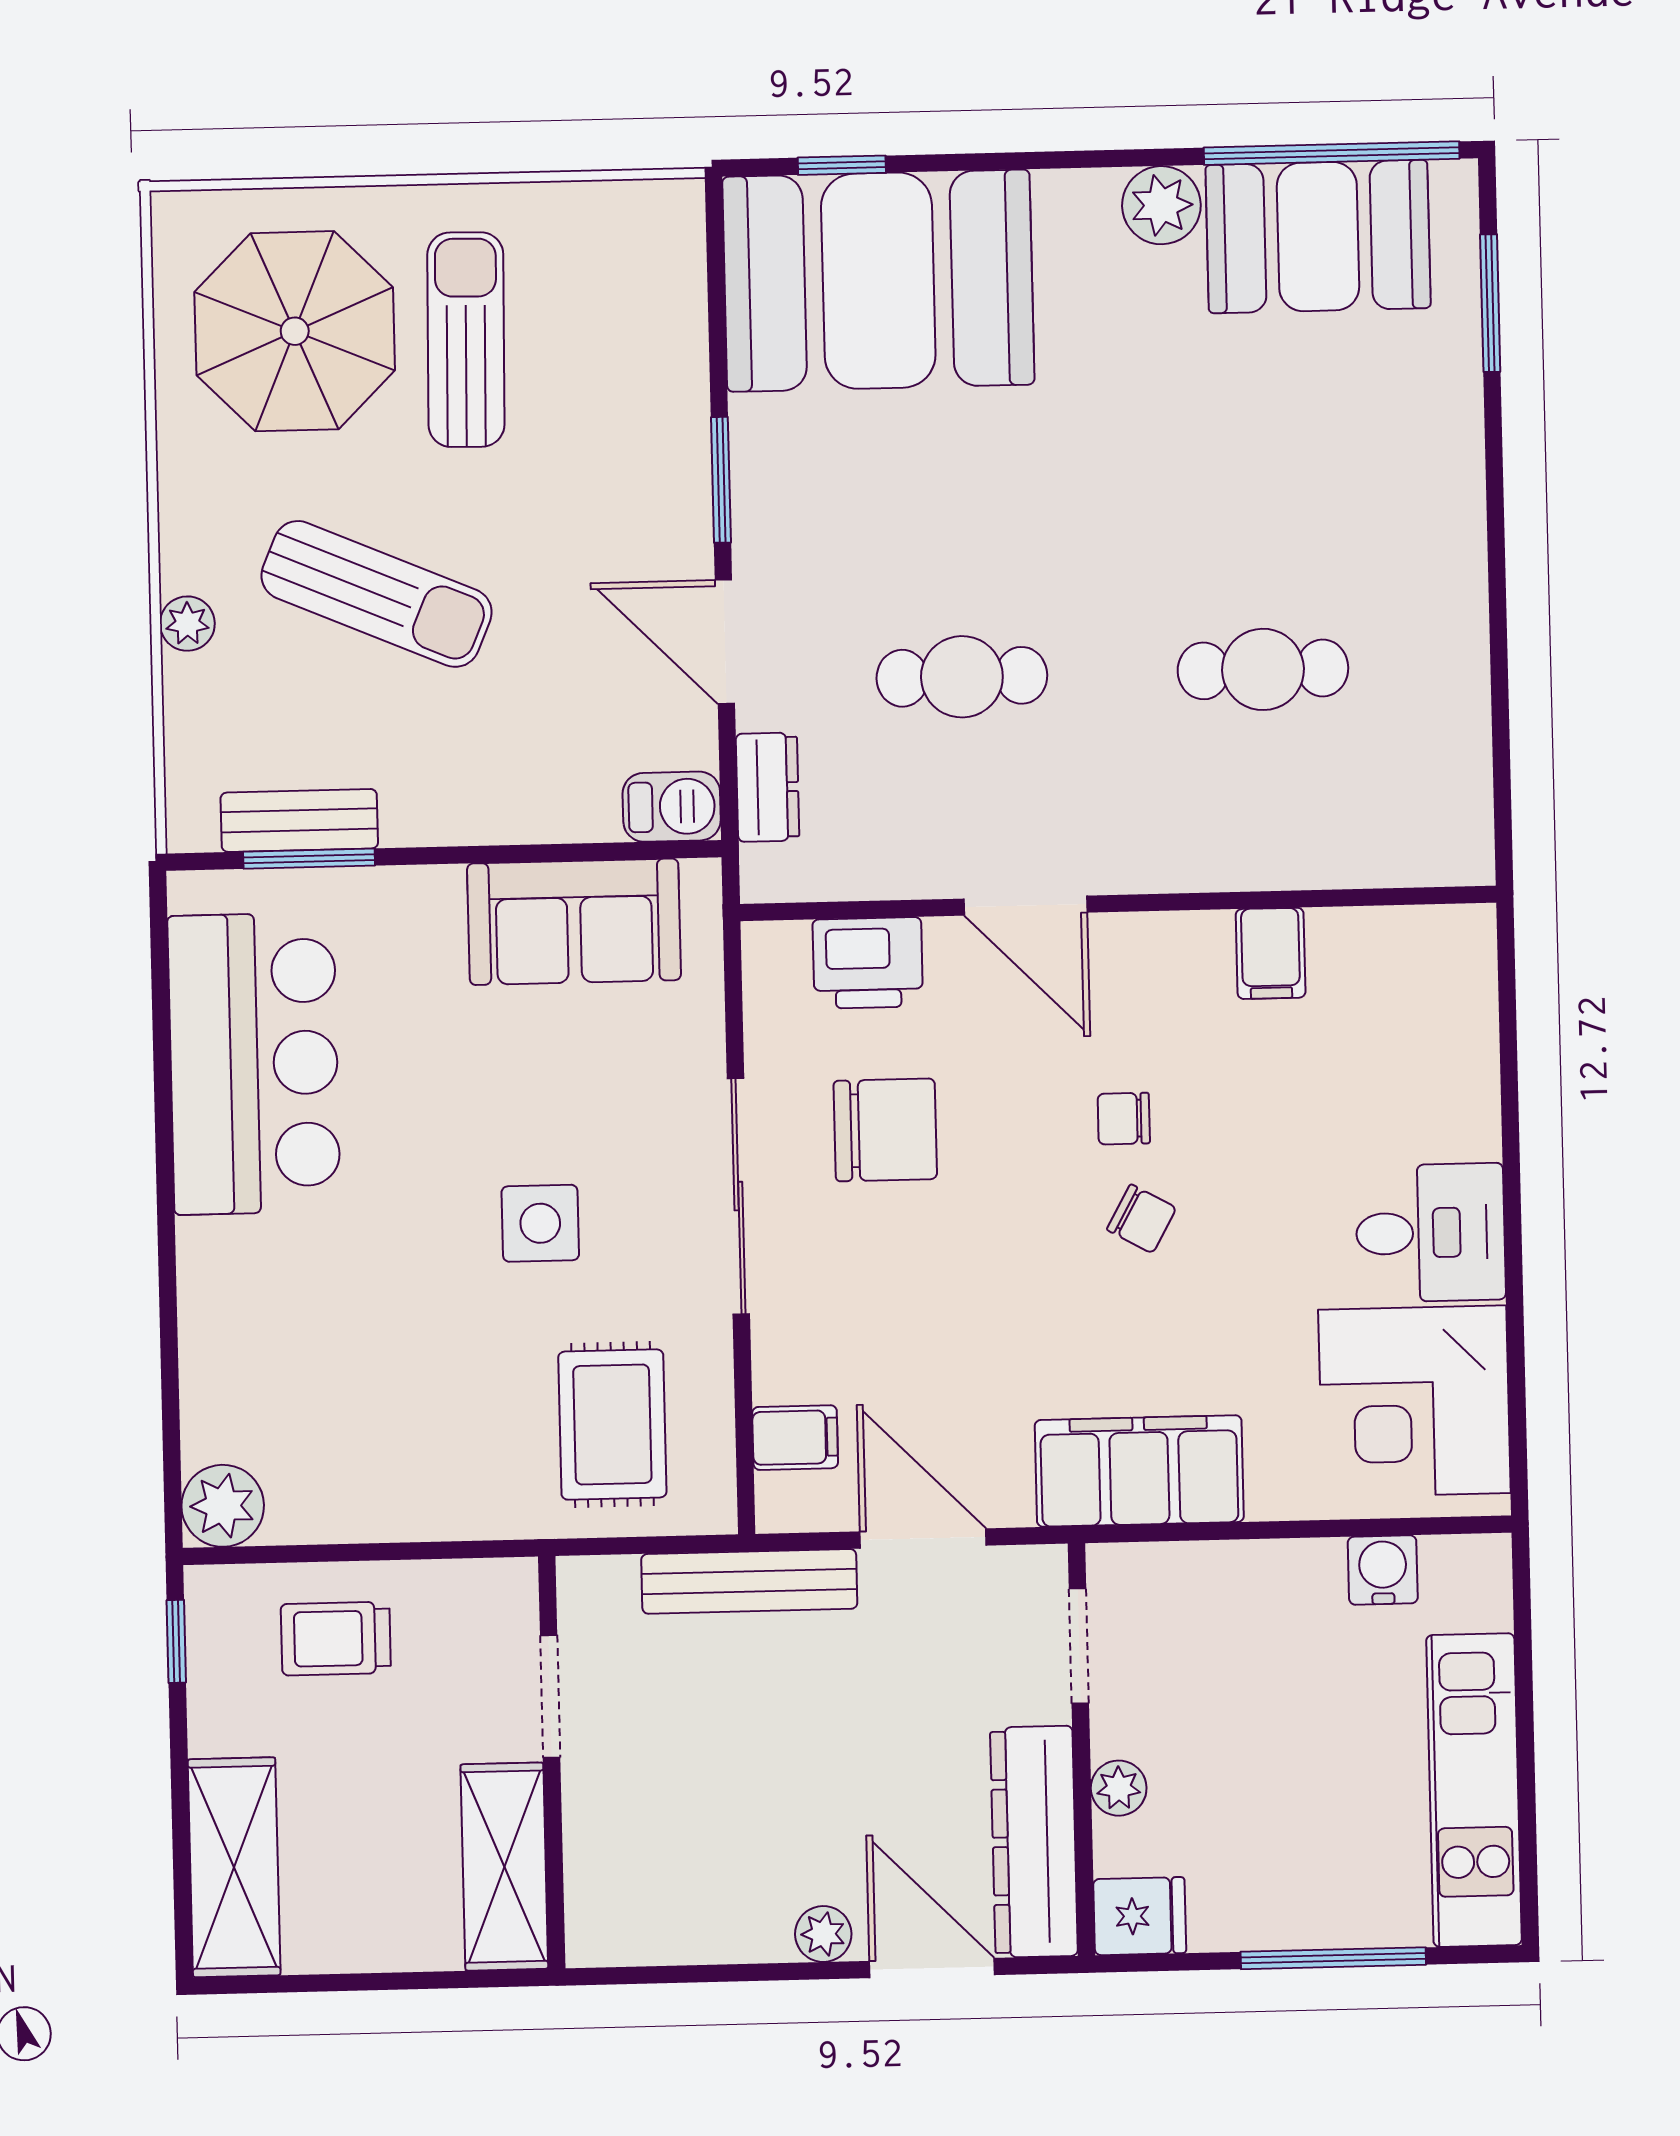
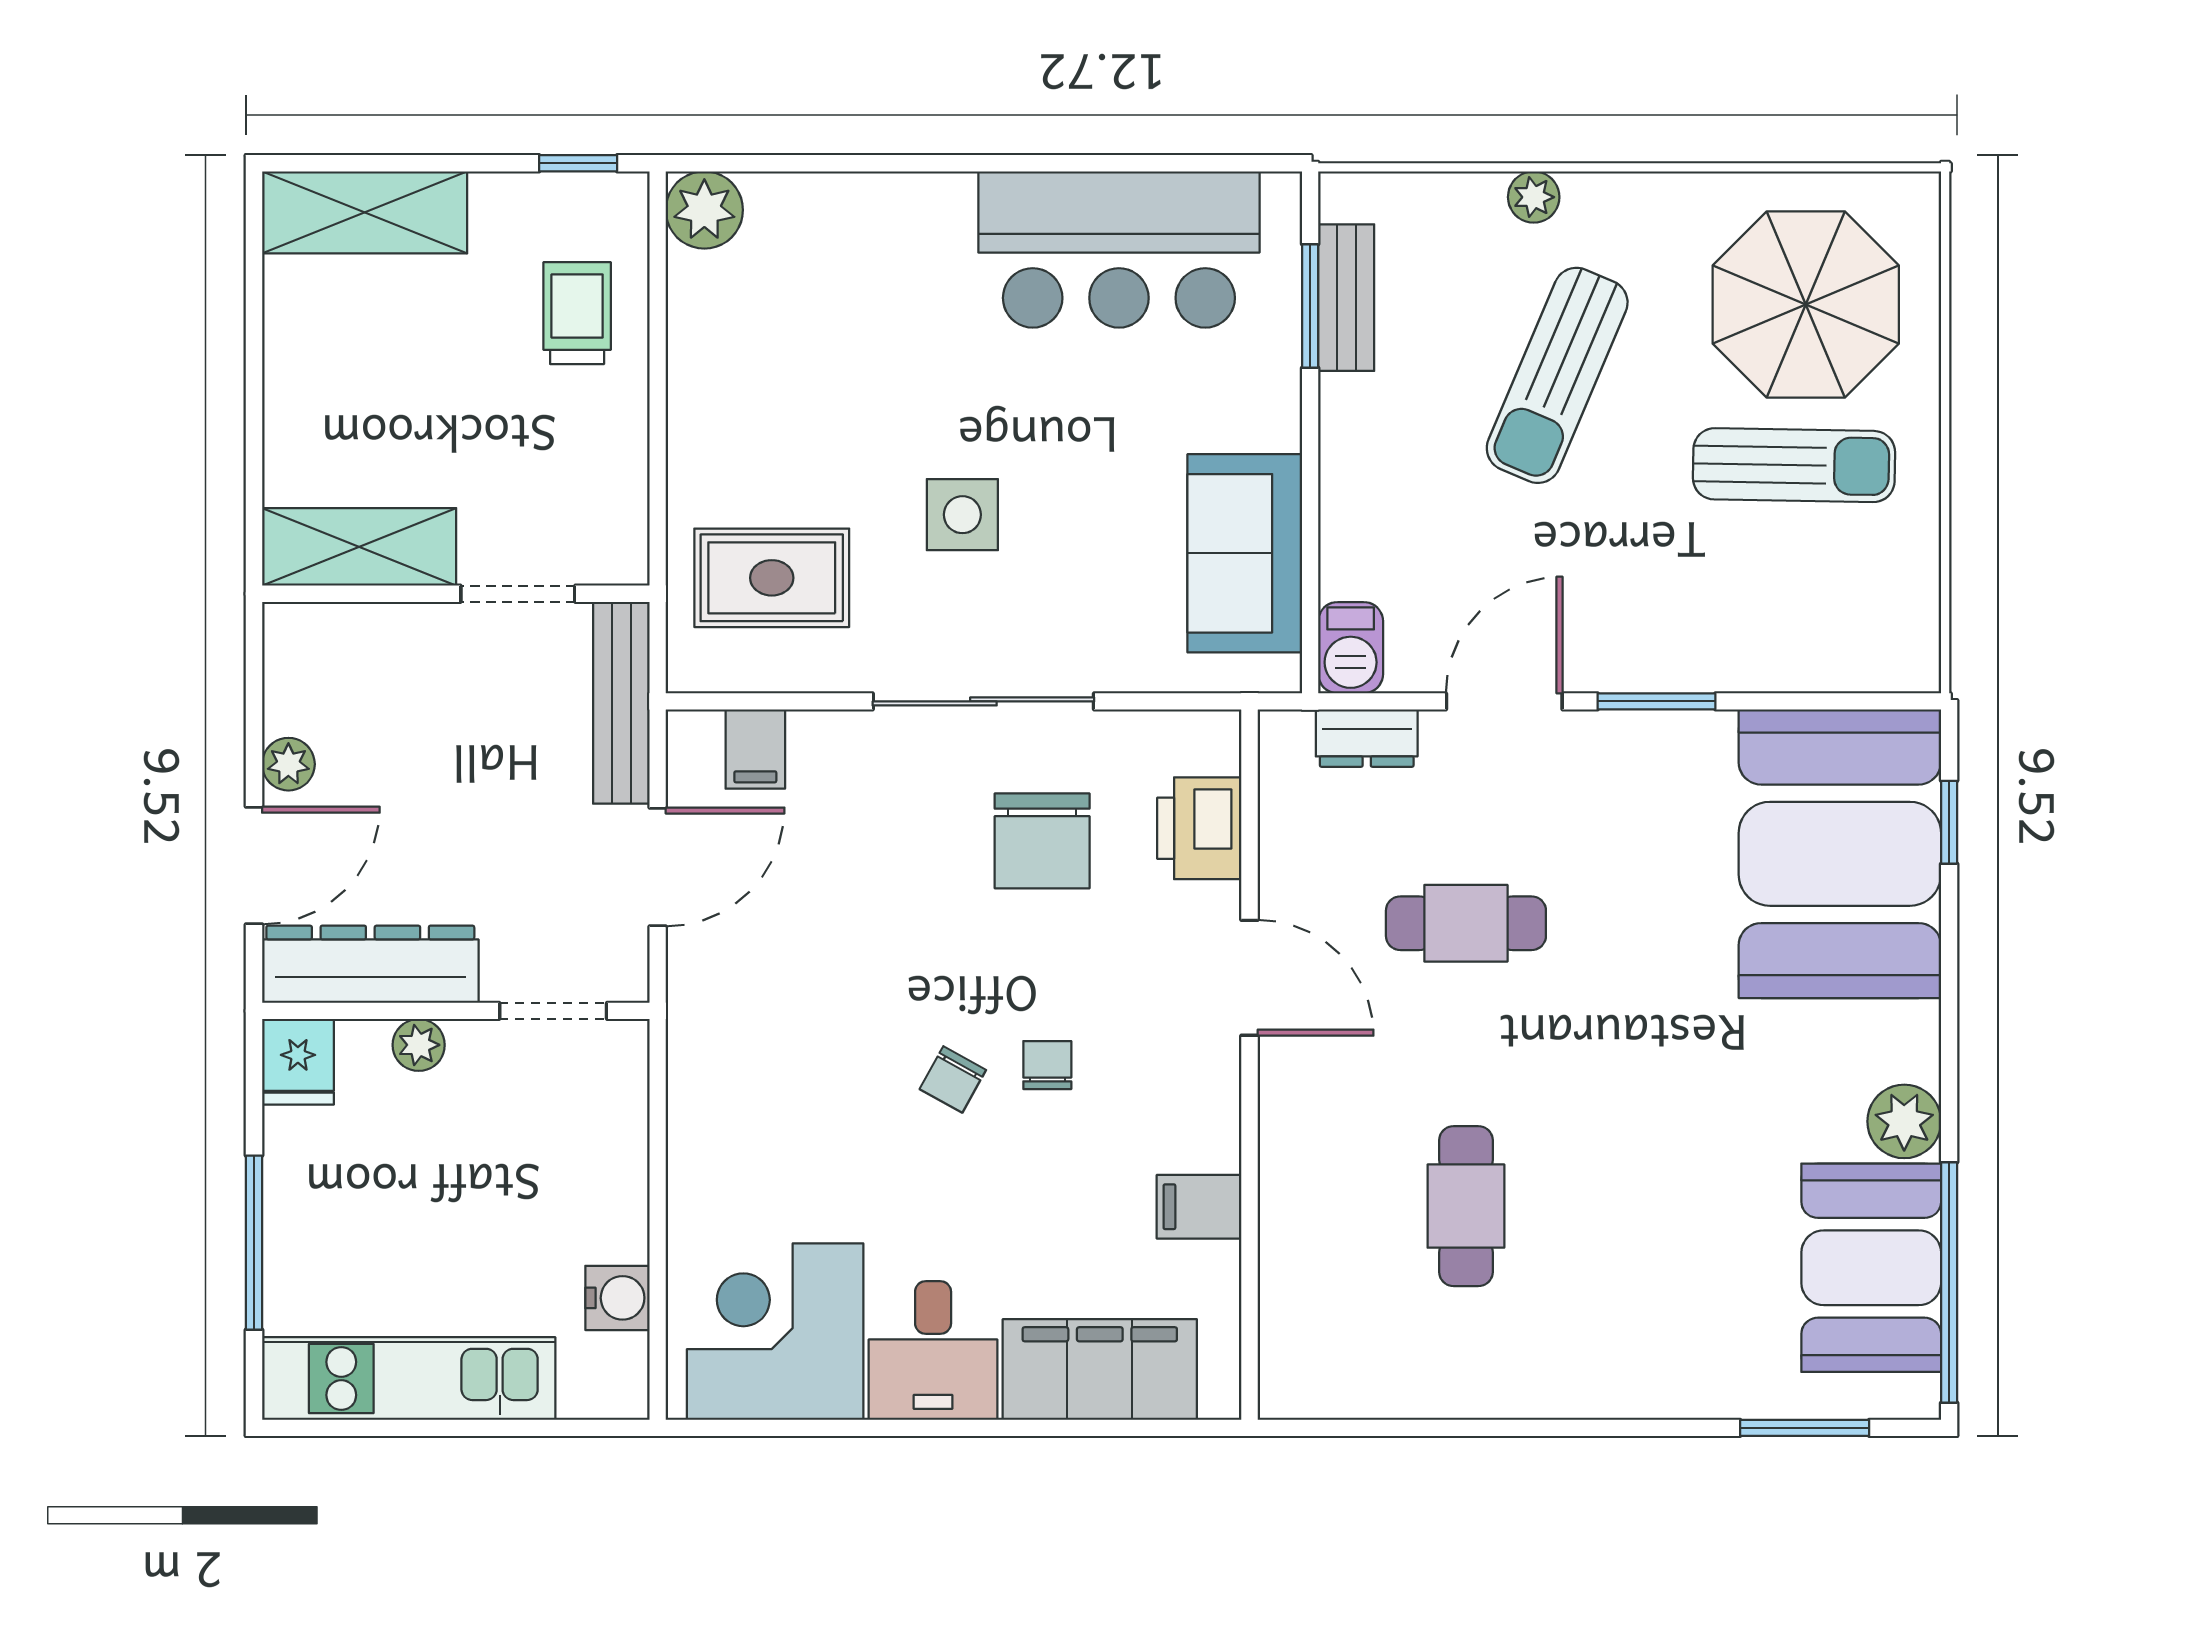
cafe table: (962, 677) -> (1466, 923), turned 90
door: (1026, 906) -> (1250, 978), swing flipped
filing cabinet: (1139, 1471) -> (1100, 1370), moved, turned -90
doorway: (550, 1696) -> (518, 594), moved
wall: (552, 1762) -> (456, 594), moved
shelving: (504, 1867) -> (359, 547), moved

